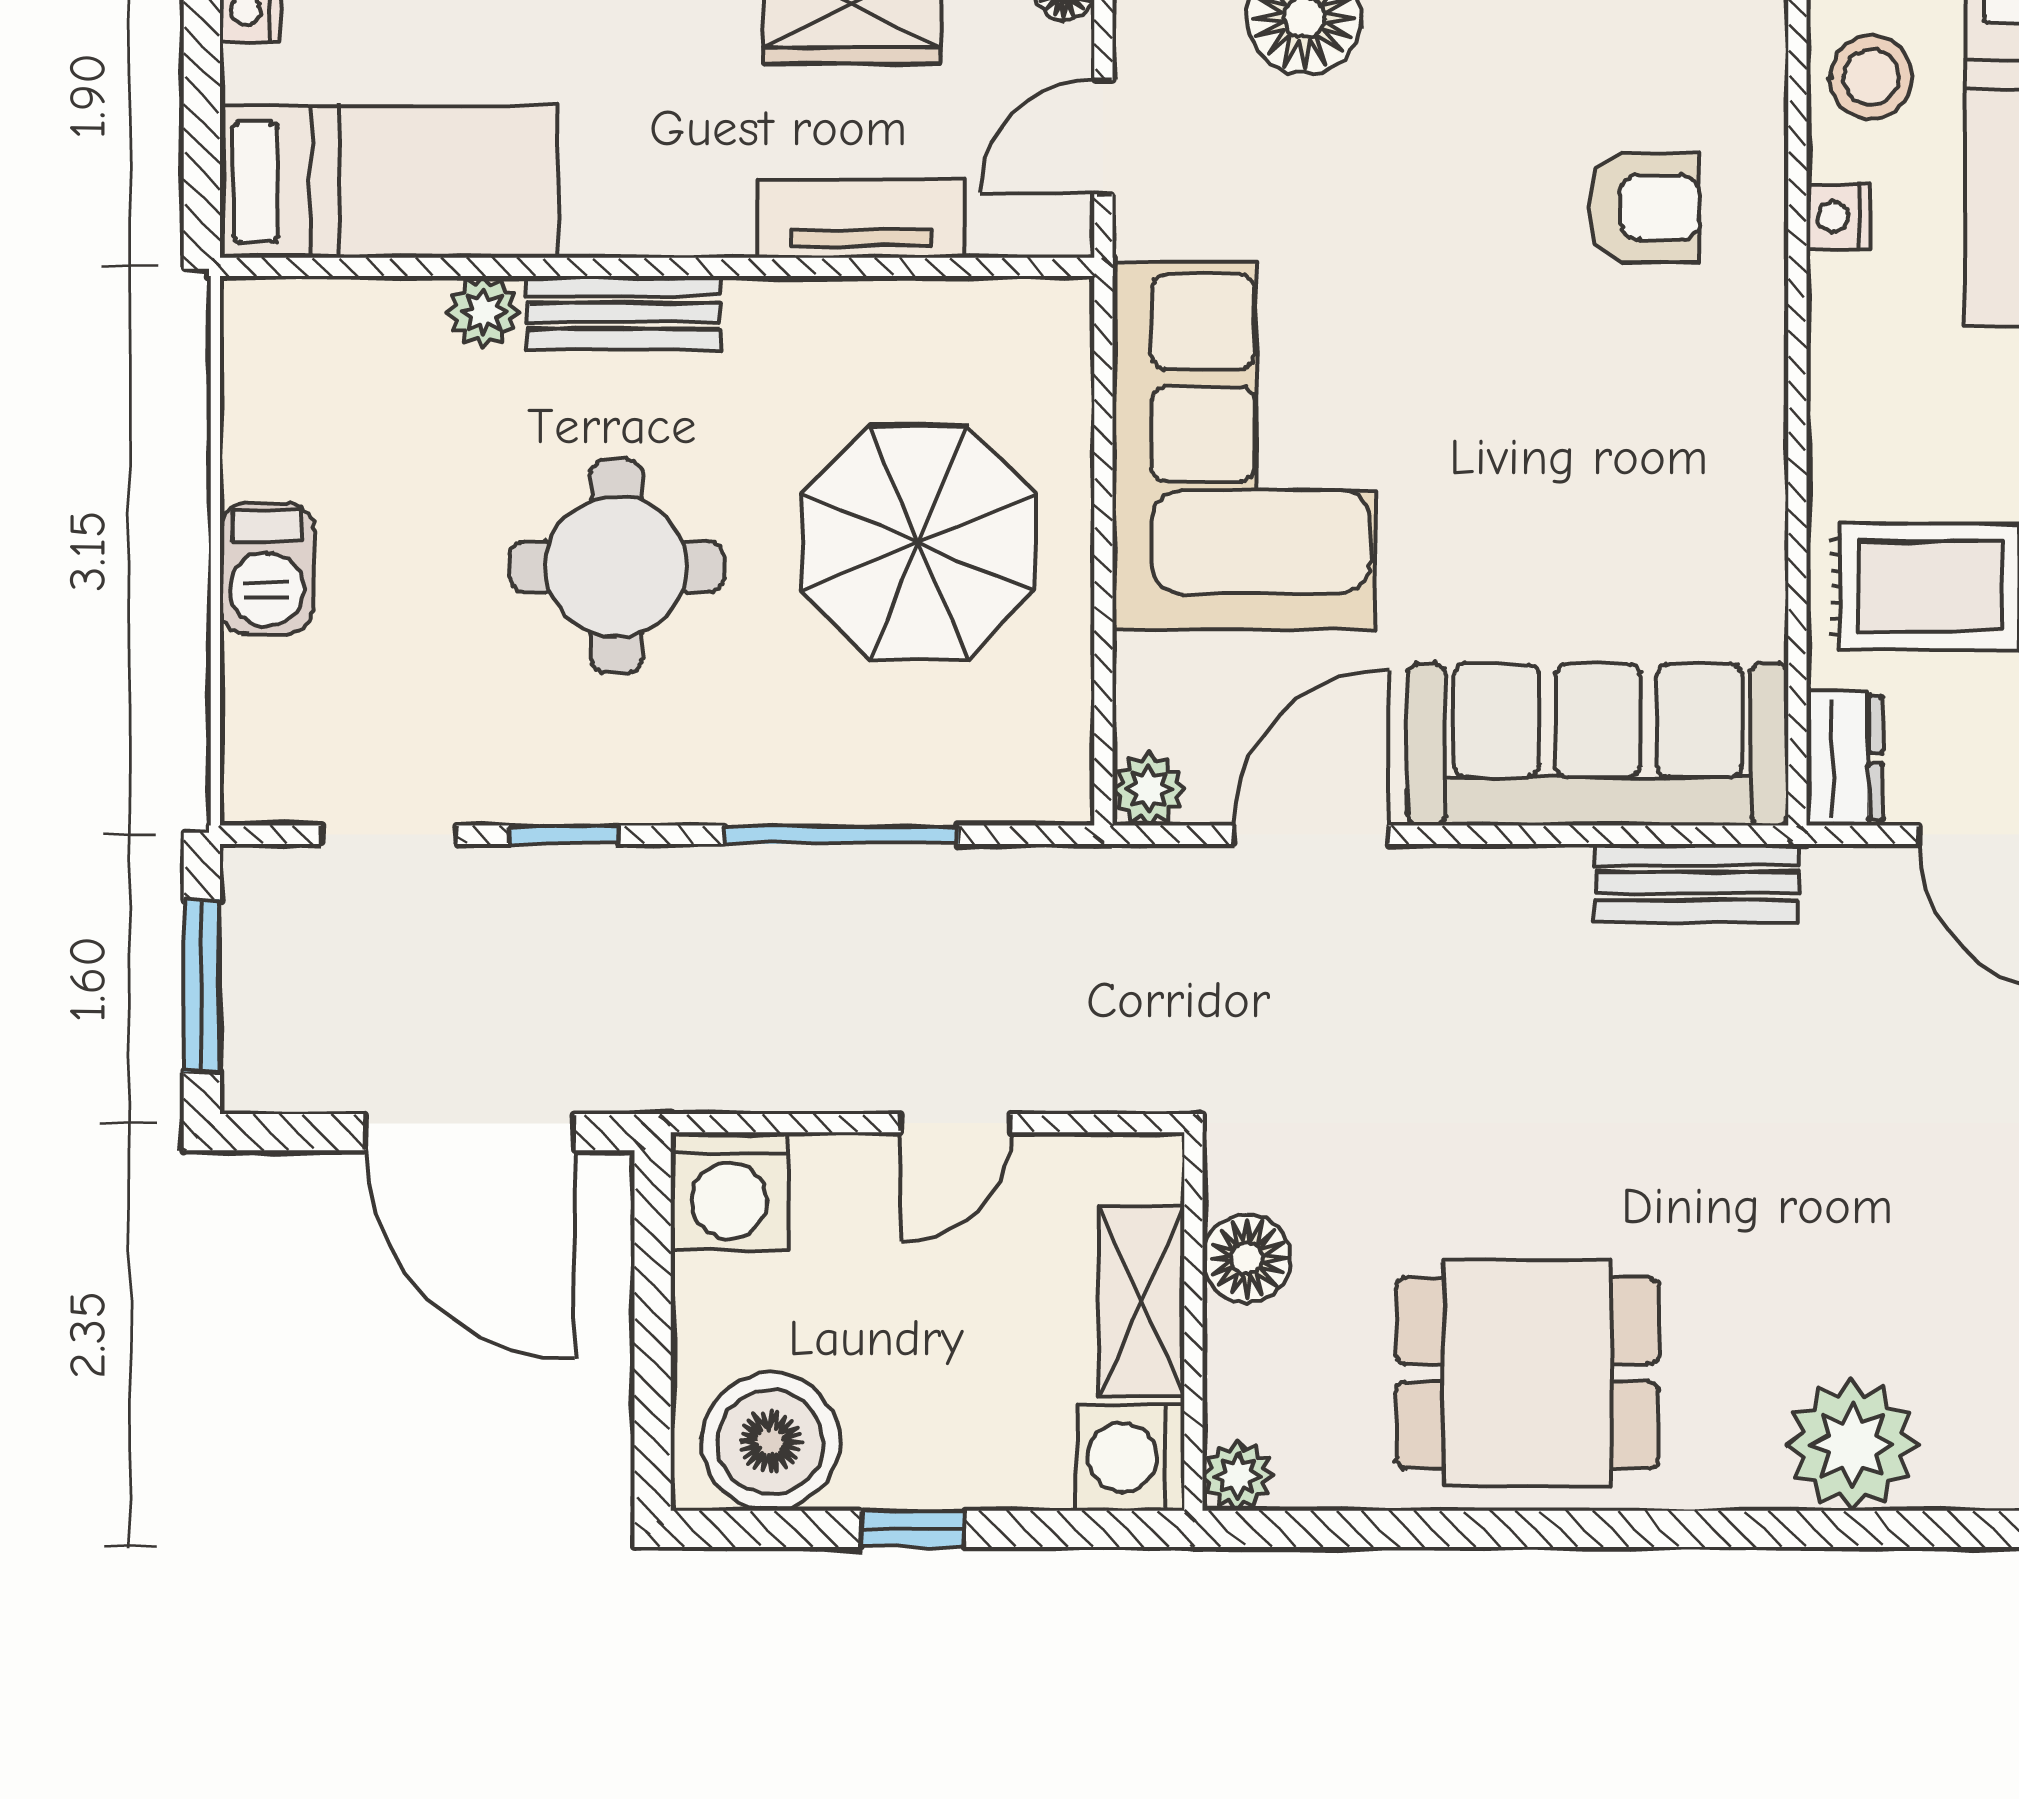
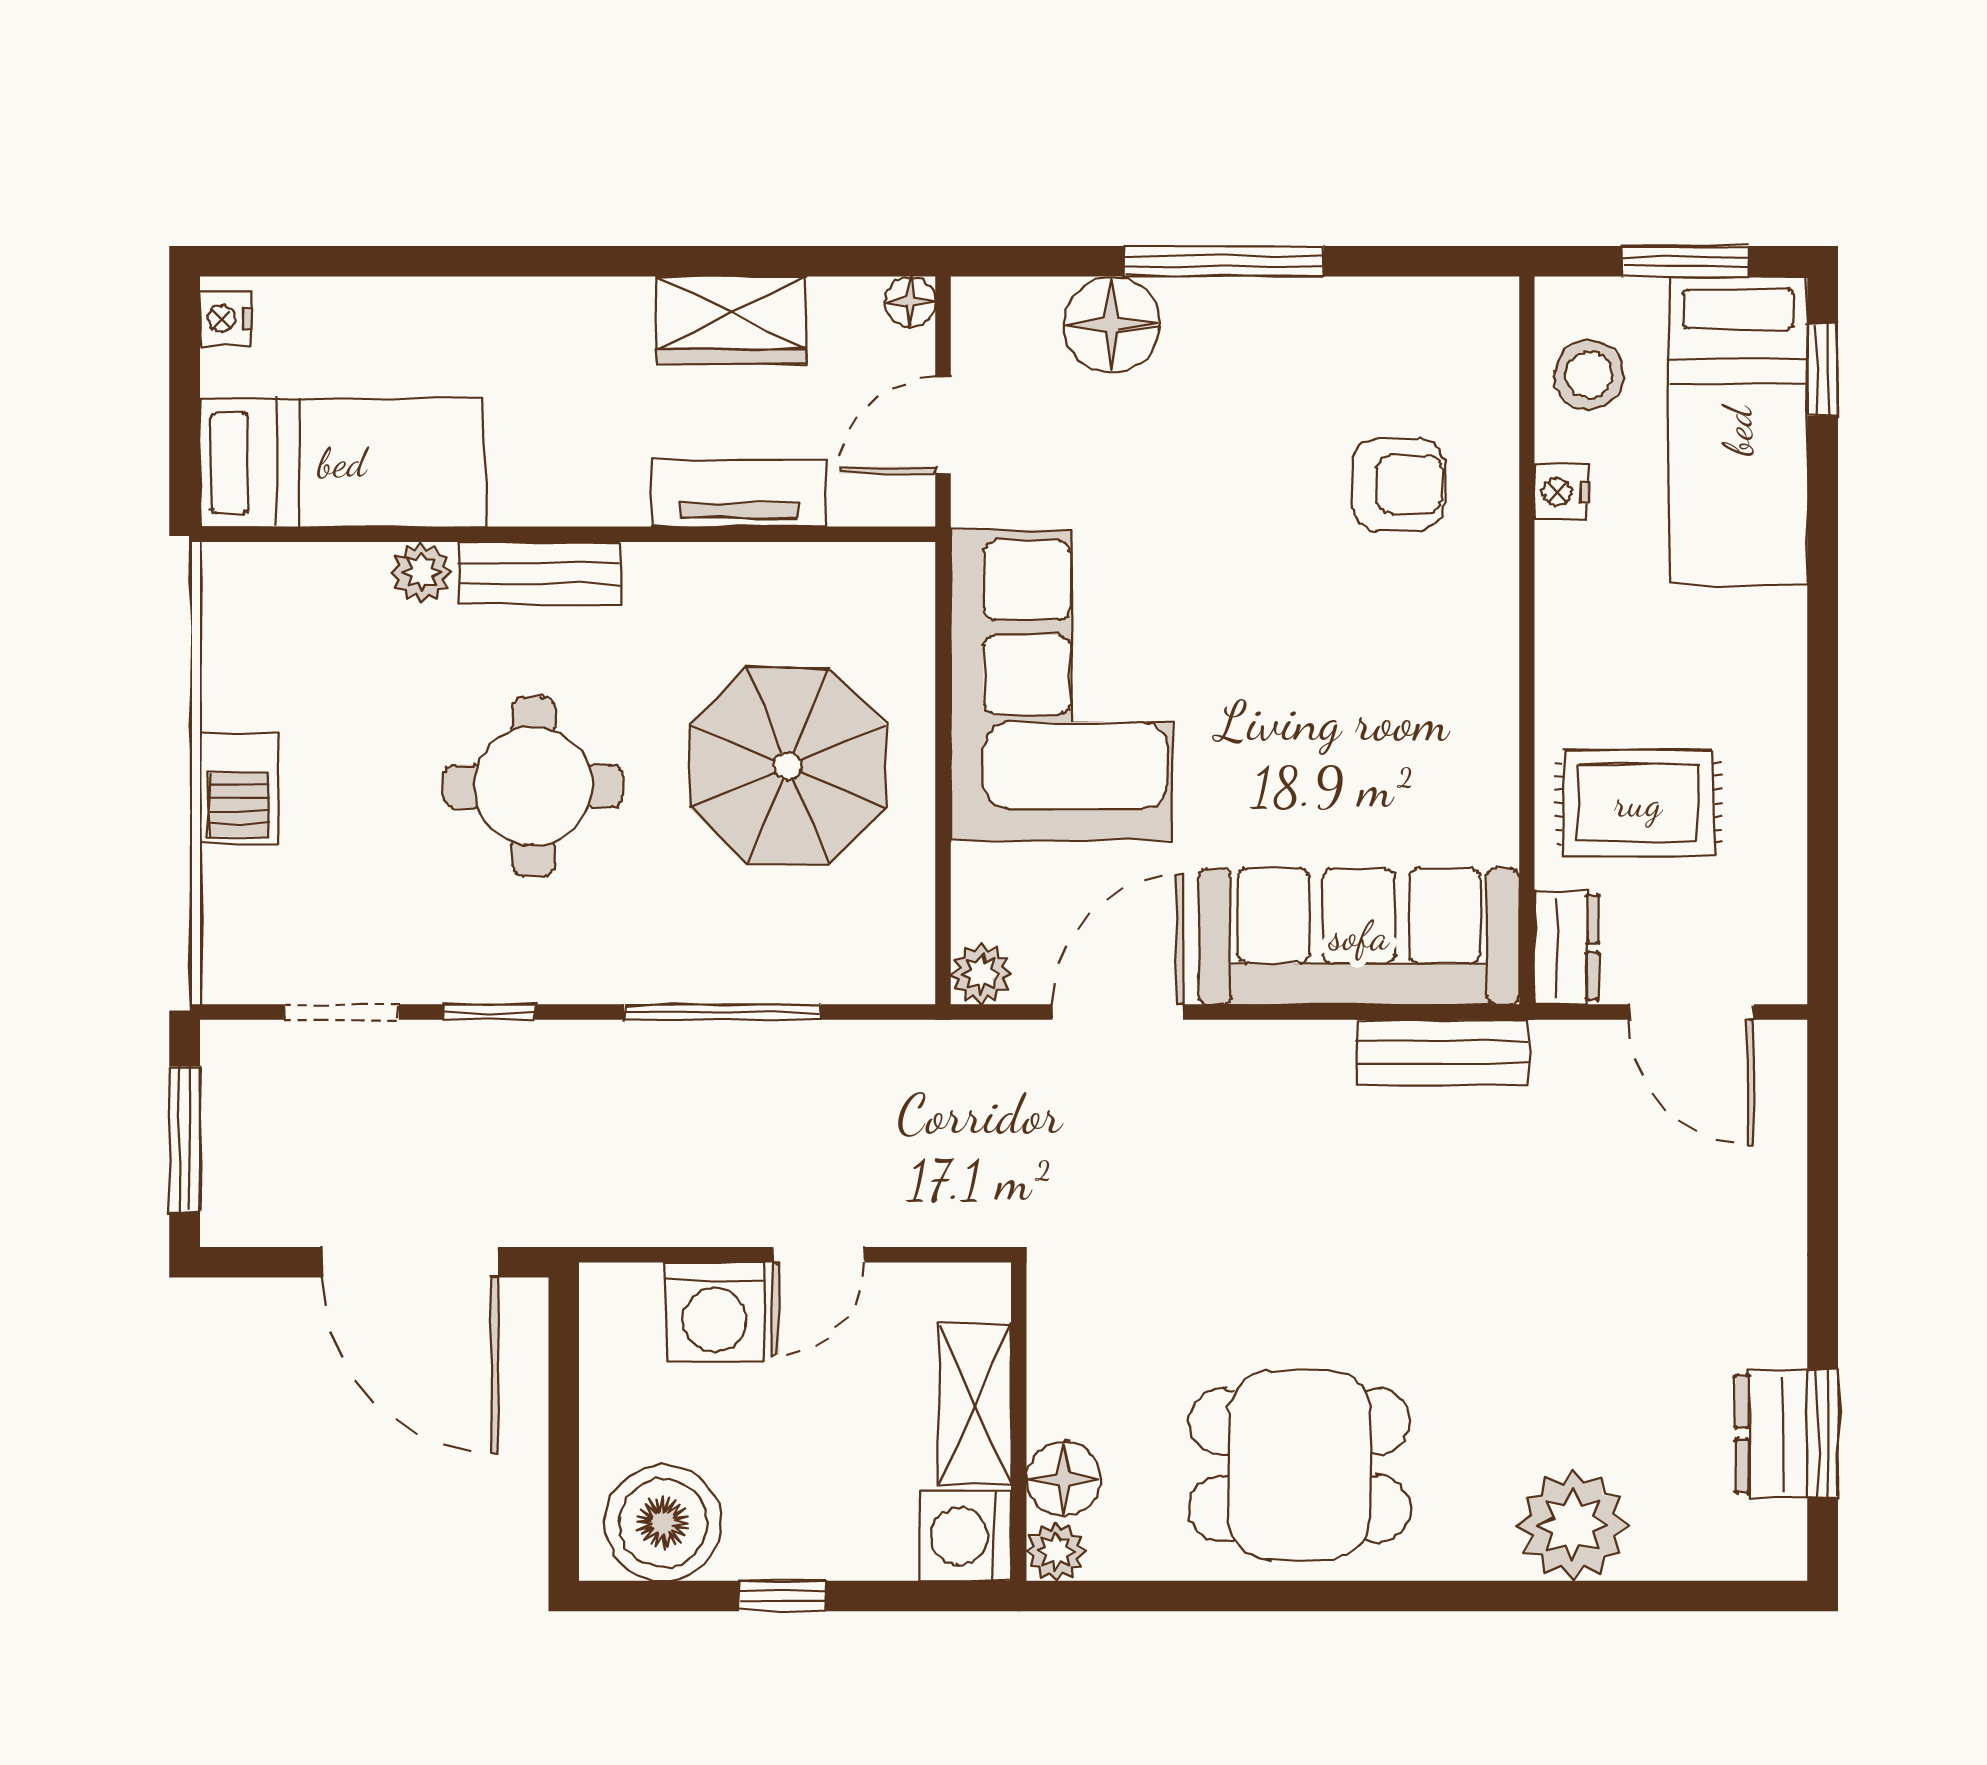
washing machine: (730, 1191) -> (715, 1312), moved
floor lamp: (1247, 1258) -> (1064, 1479), moved

